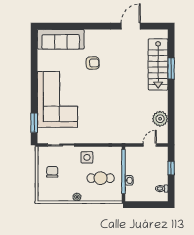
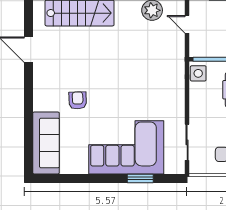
window: (34, 123) -> (140, 178), moved
side table: (87, 157) -> (198, 73), moved

